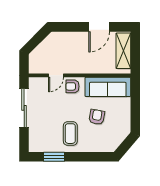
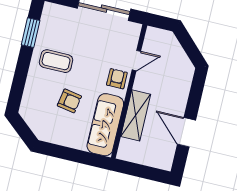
shelving: (123, 51) -> (136, 115), moved, turned 90
door: (56, 75) -> (136, 61), swing flipped

